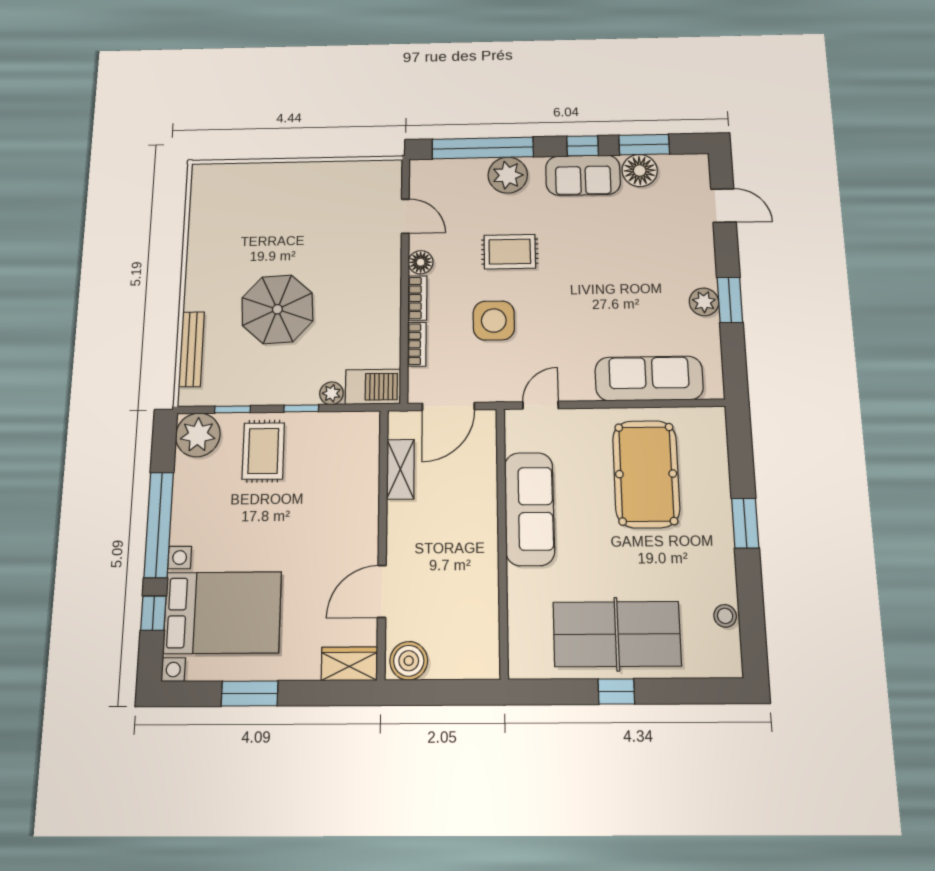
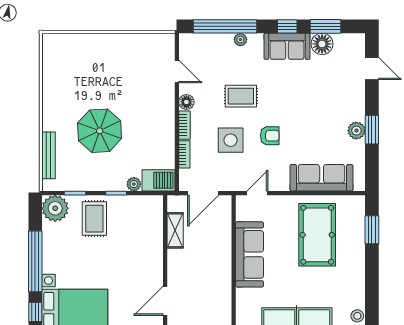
plant: (508, 175) -> (240, 40), width x0.53, depth x0.53
armchair: (559, 312) -> (270, 136), added
window: (745, 523) -> (372, 230), moved

